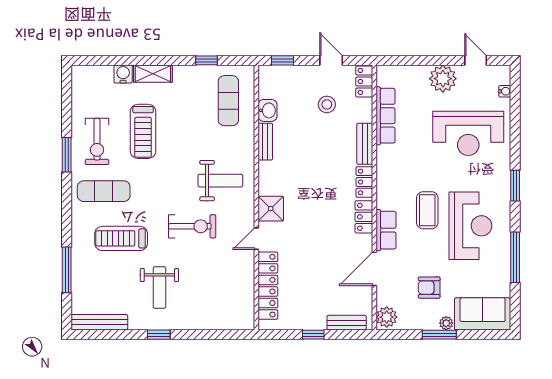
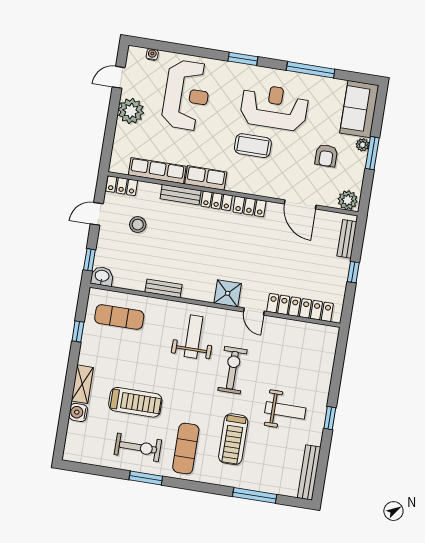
washbasin: (268, 110) -> (102, 276), moved
row of seats: (386, 230) -> (206, 178), moved

